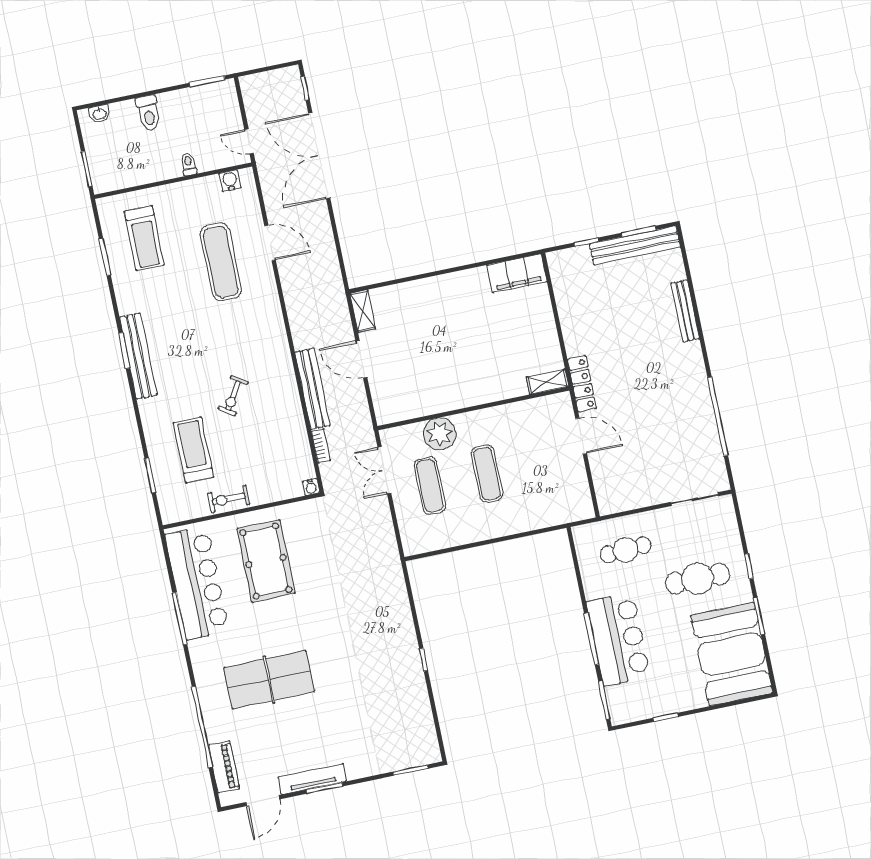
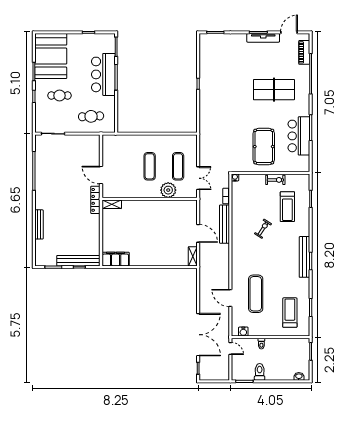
toilet: (148, 113) -> (260, 372), moved
bench: (635, 245) -> (78, 261), moved
cafe table: (698, 579) -> (60, 95), width x0.73, depth x0.74
bar counter: (197, 583) -> (299, 136), width x0.73

